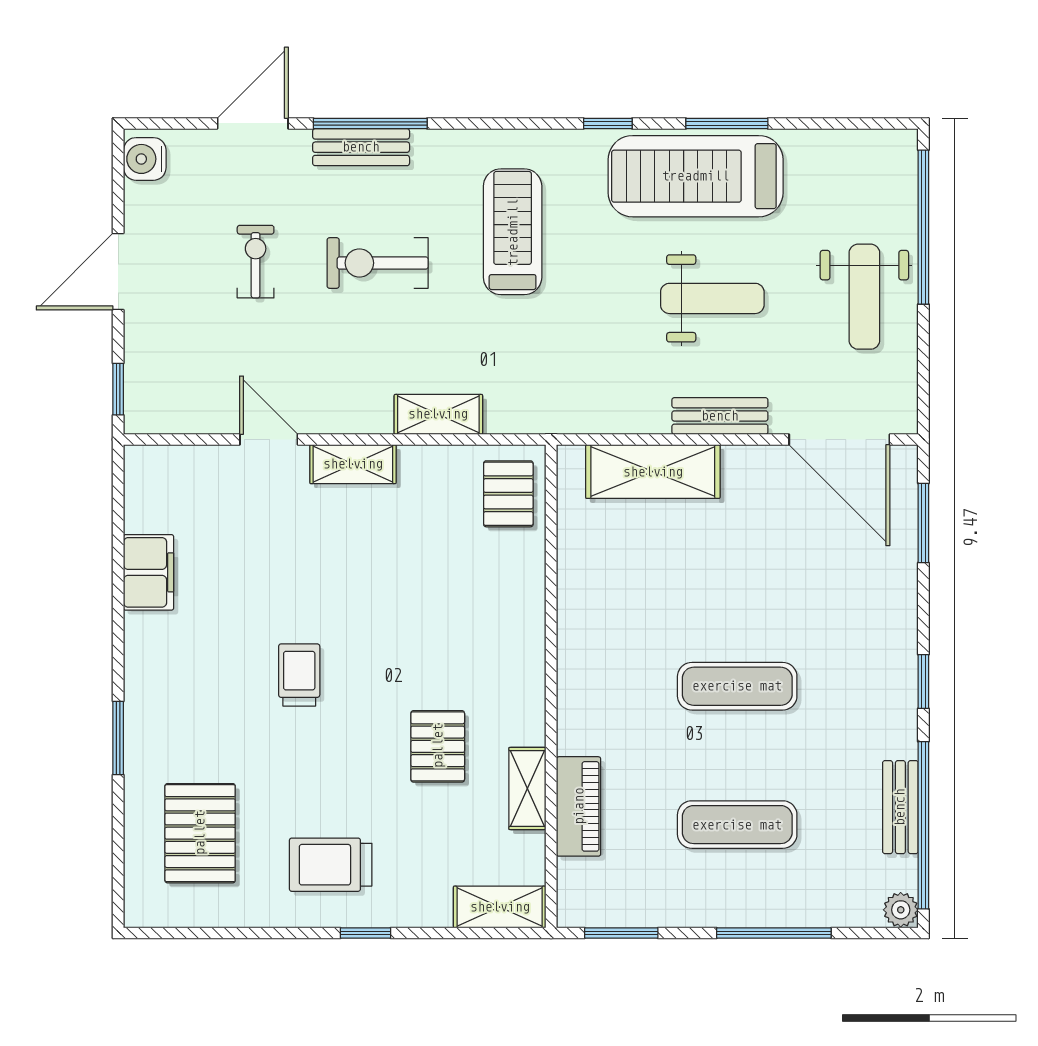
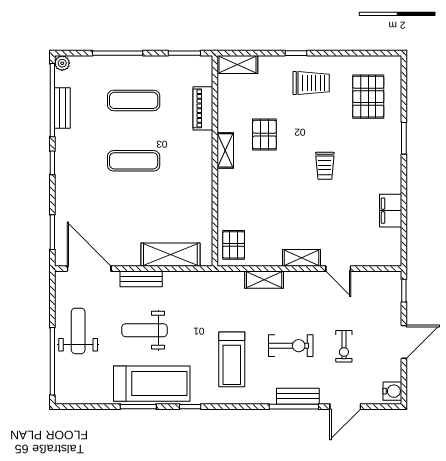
shelving: (527, 788) -> (225, 150), moved

